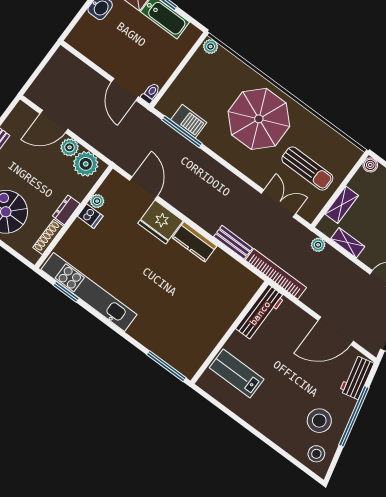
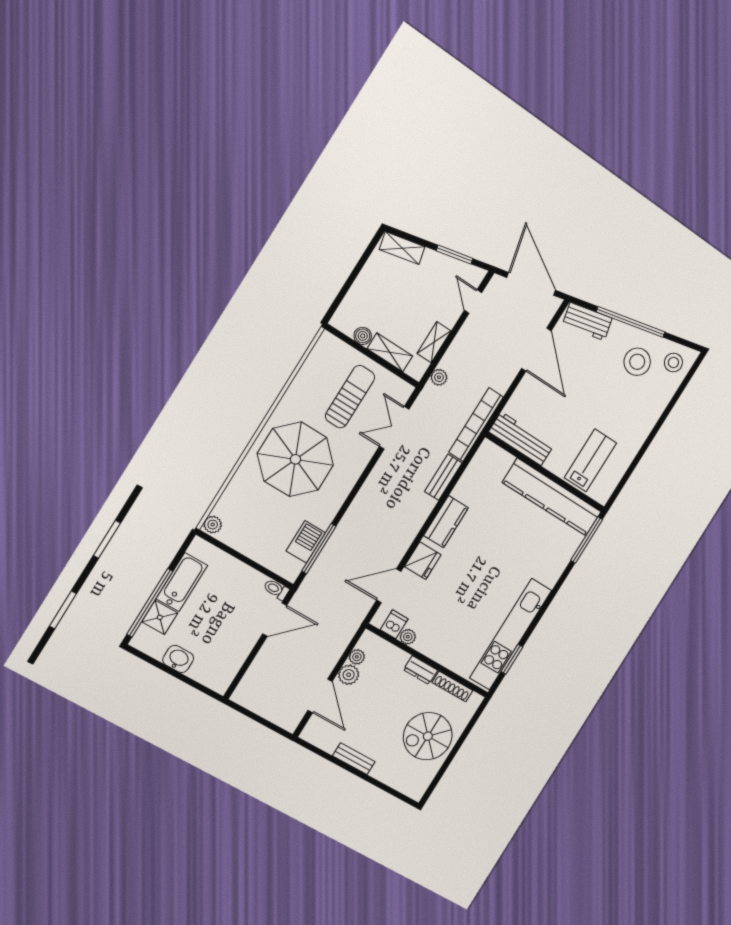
plant: (86, 164) -> (357, 657), width x0.53, depth x0.53
boiler: (370, 165) -> (363, 336), moved
dishwasher: (90, 216) -> (394, 624), moved
fridge: (160, 222) -> (423, 561), width x0.73, depth x0.75
kitchen counter: (207, 337) -> (552, 497), added
lab bench: (237, 373) -> (590, 460), turned 180

